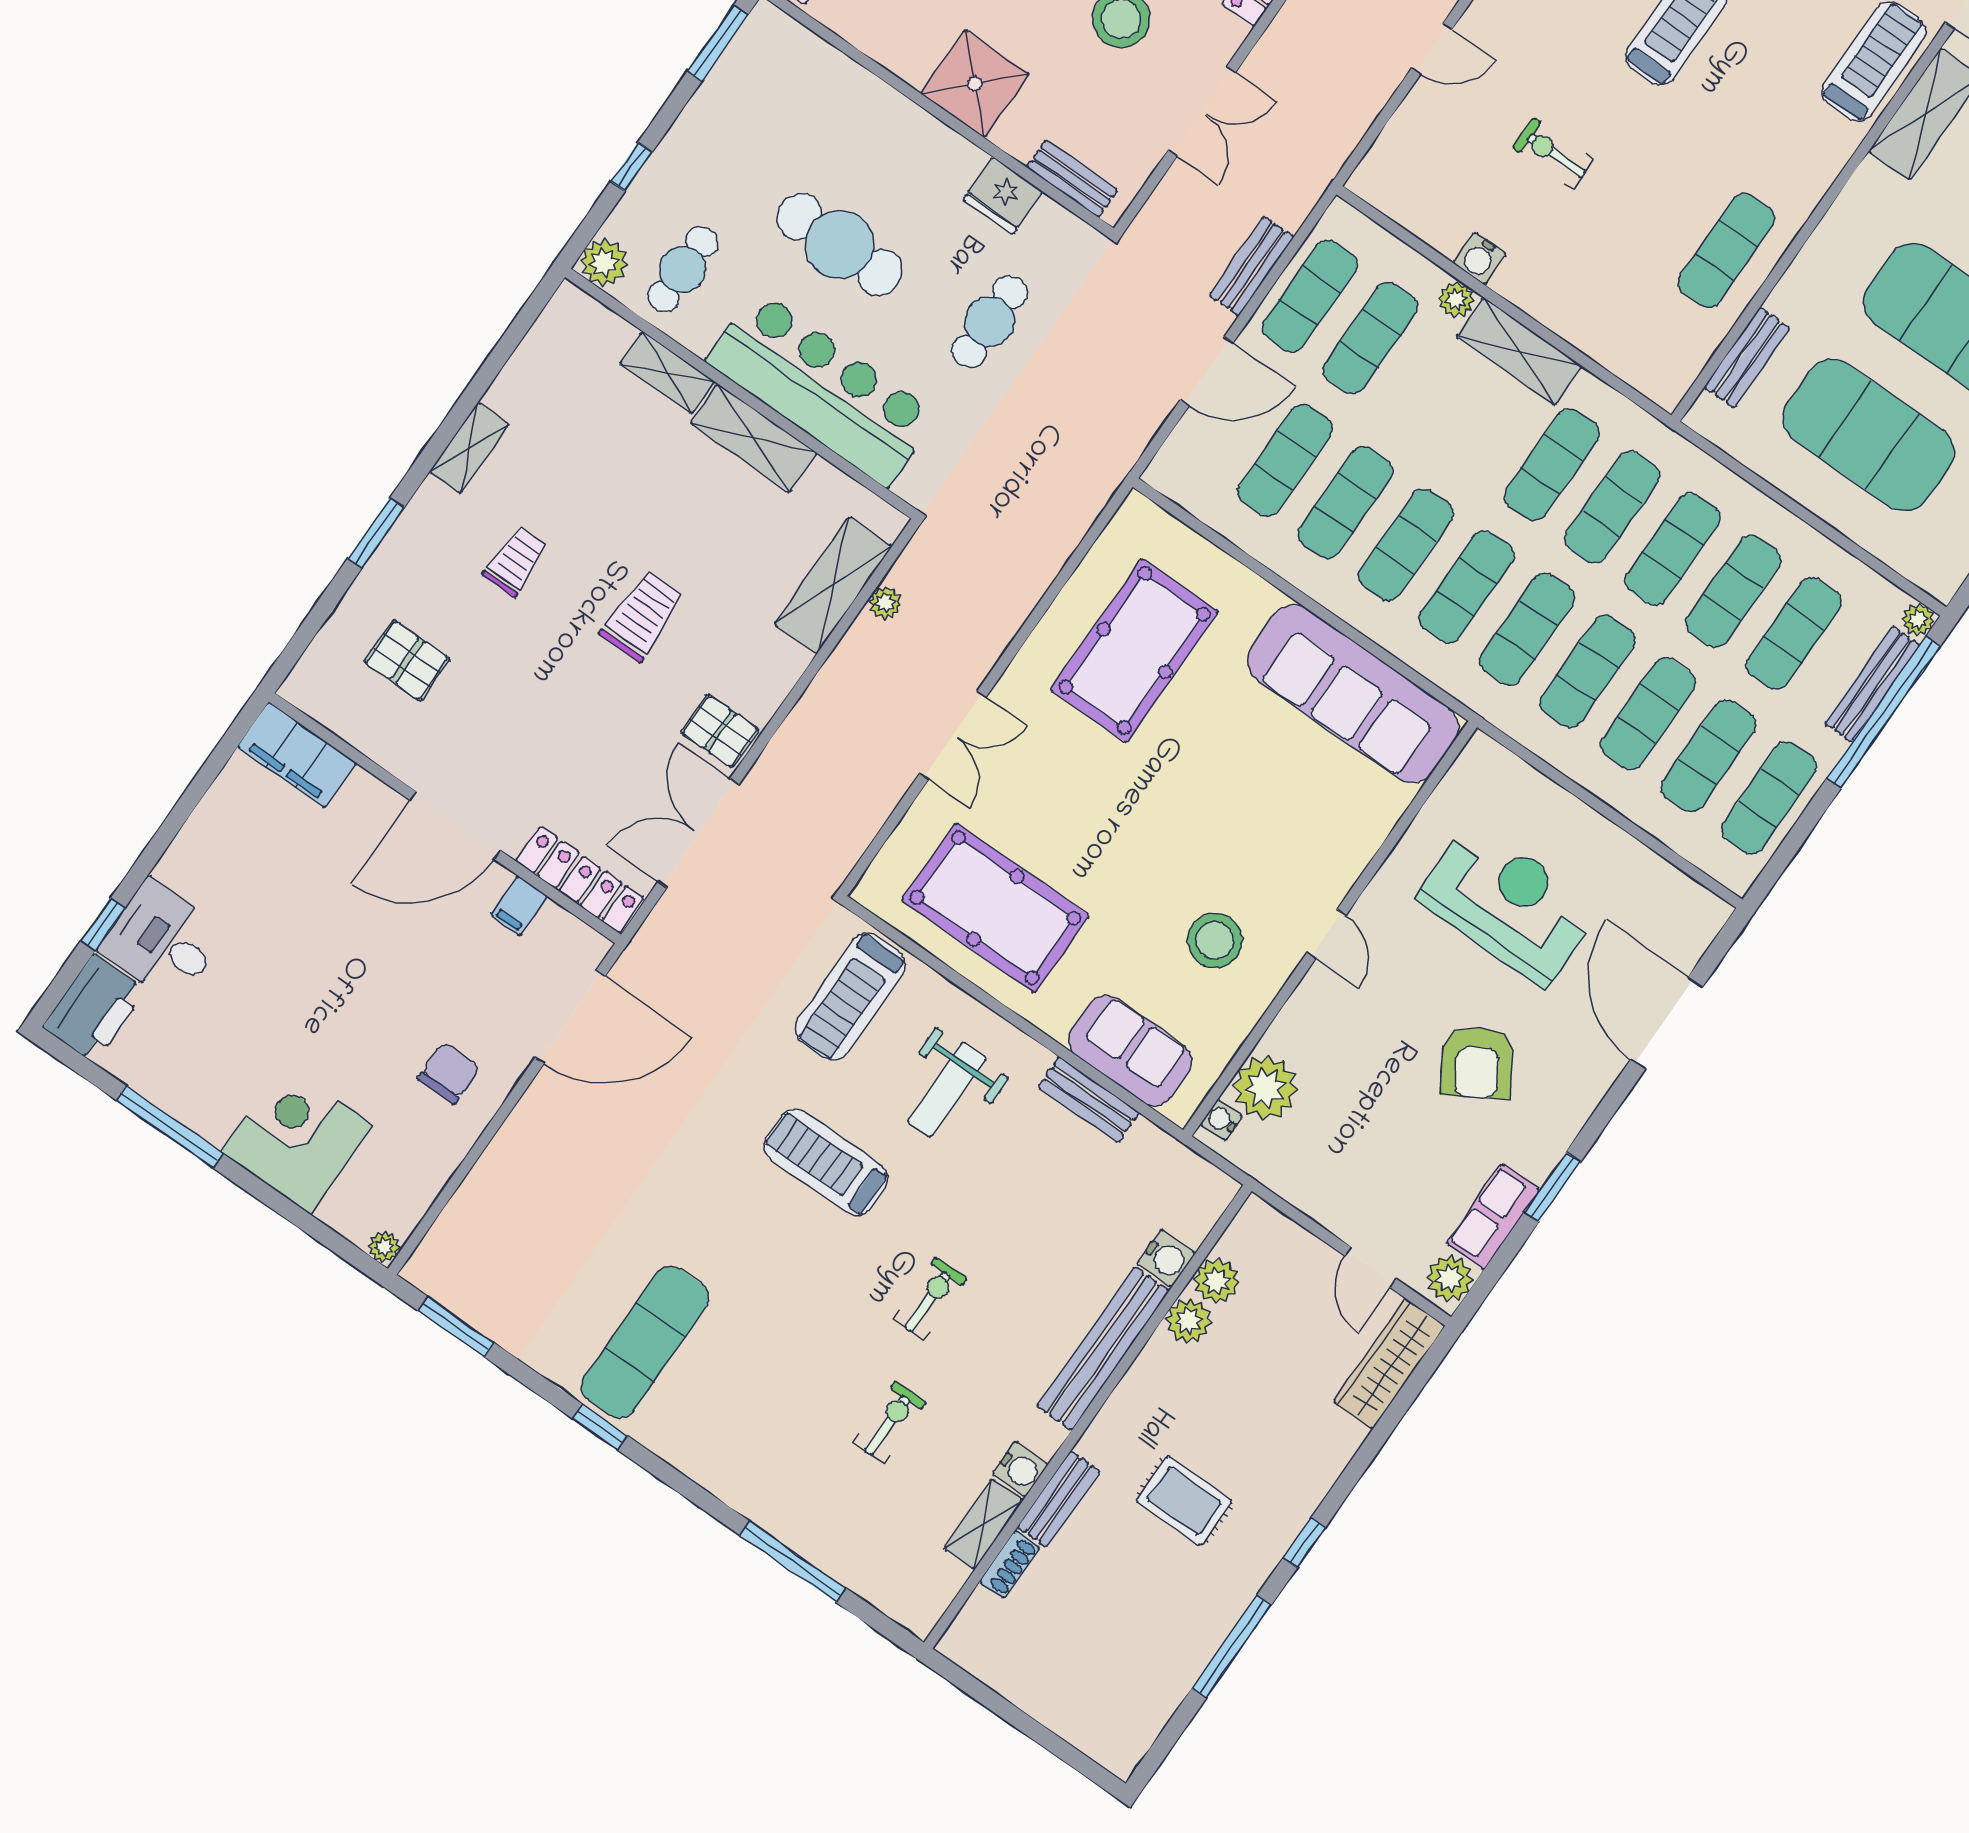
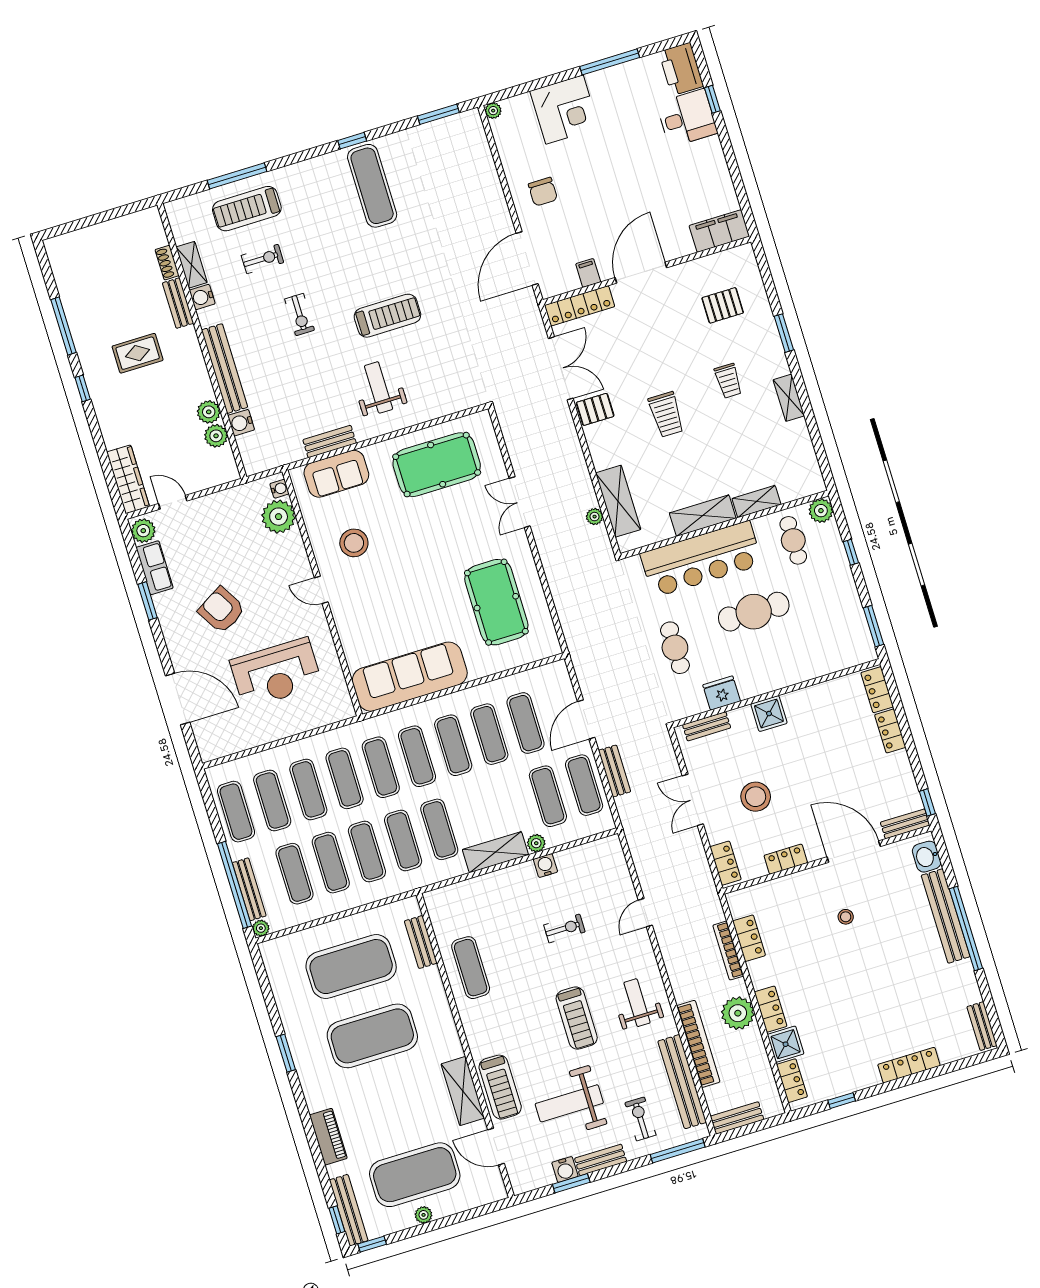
shower: (975, 84) -> (769, 714), width x0.73, depth x0.73
treadmill: (850, 996) -> (247, 209), moved, turned -90
exercise bike: (889, 1422) -> (262, 259), turned -90

